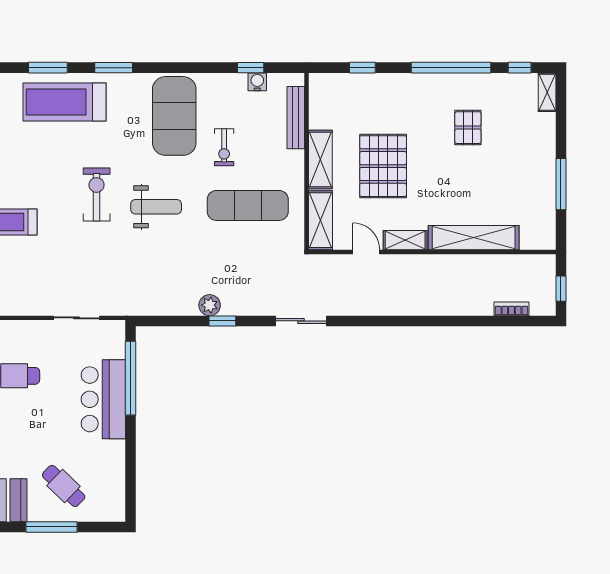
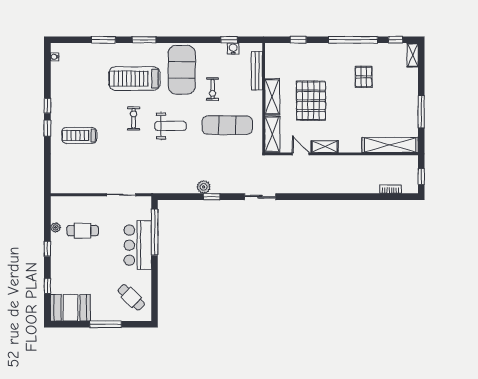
treadmill: (64, 102) -> (134, 79), moved
exercise bike: (97, 195) -> (134, 118), width x0.73, depth x0.72
shelving: (474, 238) -> (390, 145), moved
cafe table: (64, 486) -> (131, 297), moved

